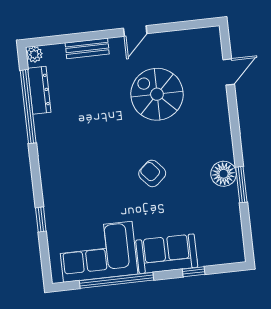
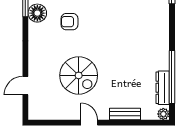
door: (135, 31) -> (89, 123), hinge flipped
armchair: (152, 173) -> (69, 22), moved, turned 131

